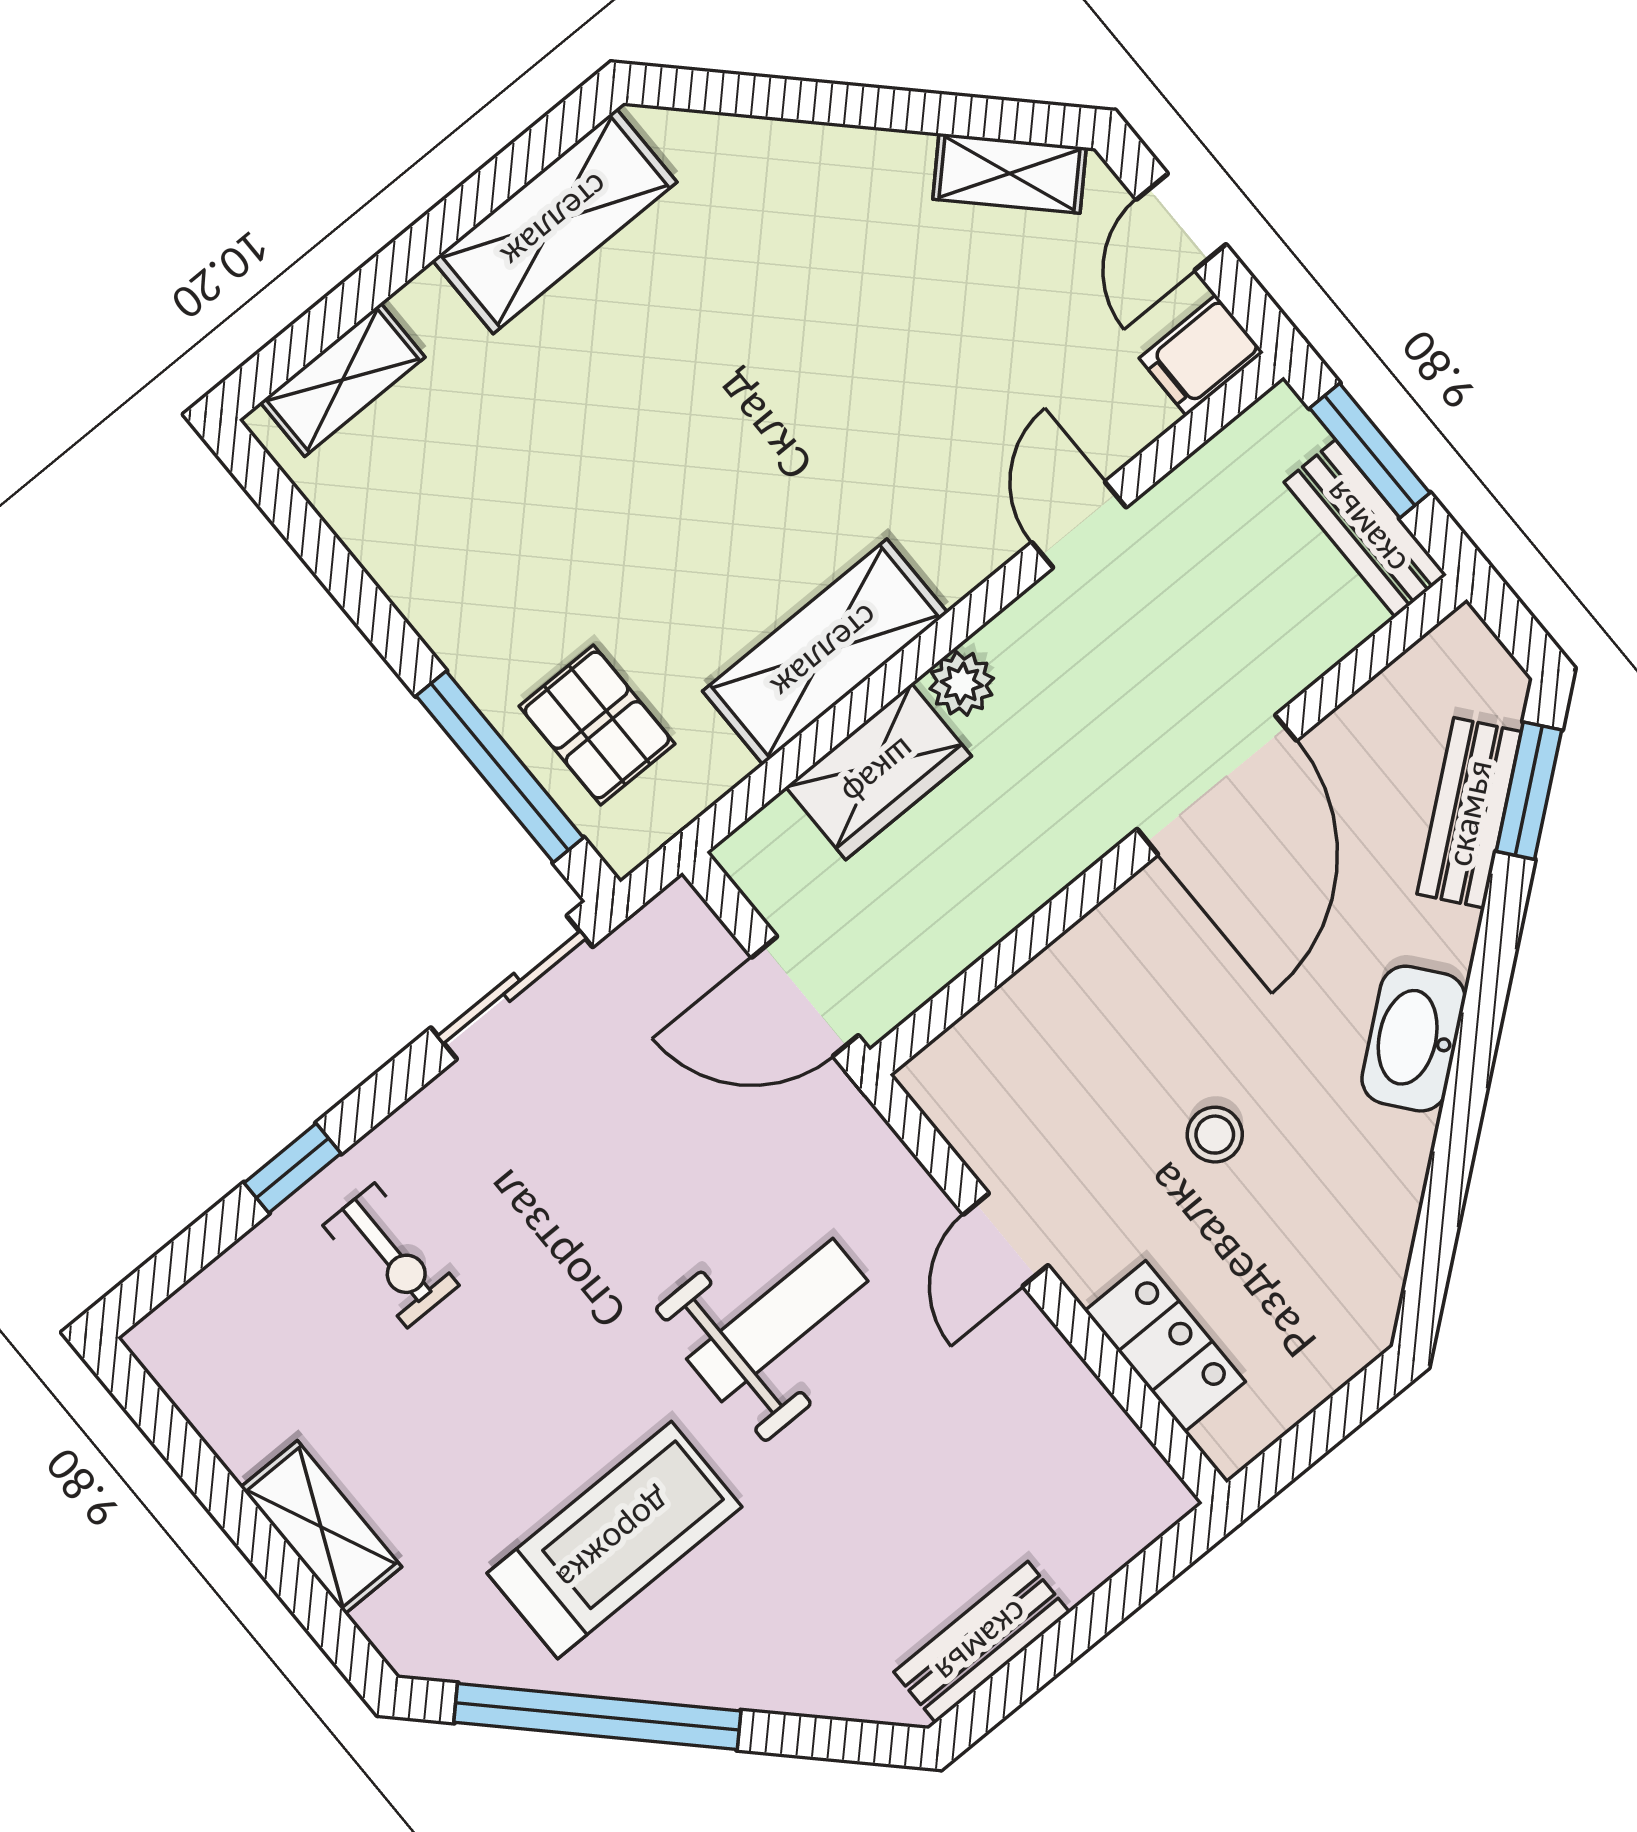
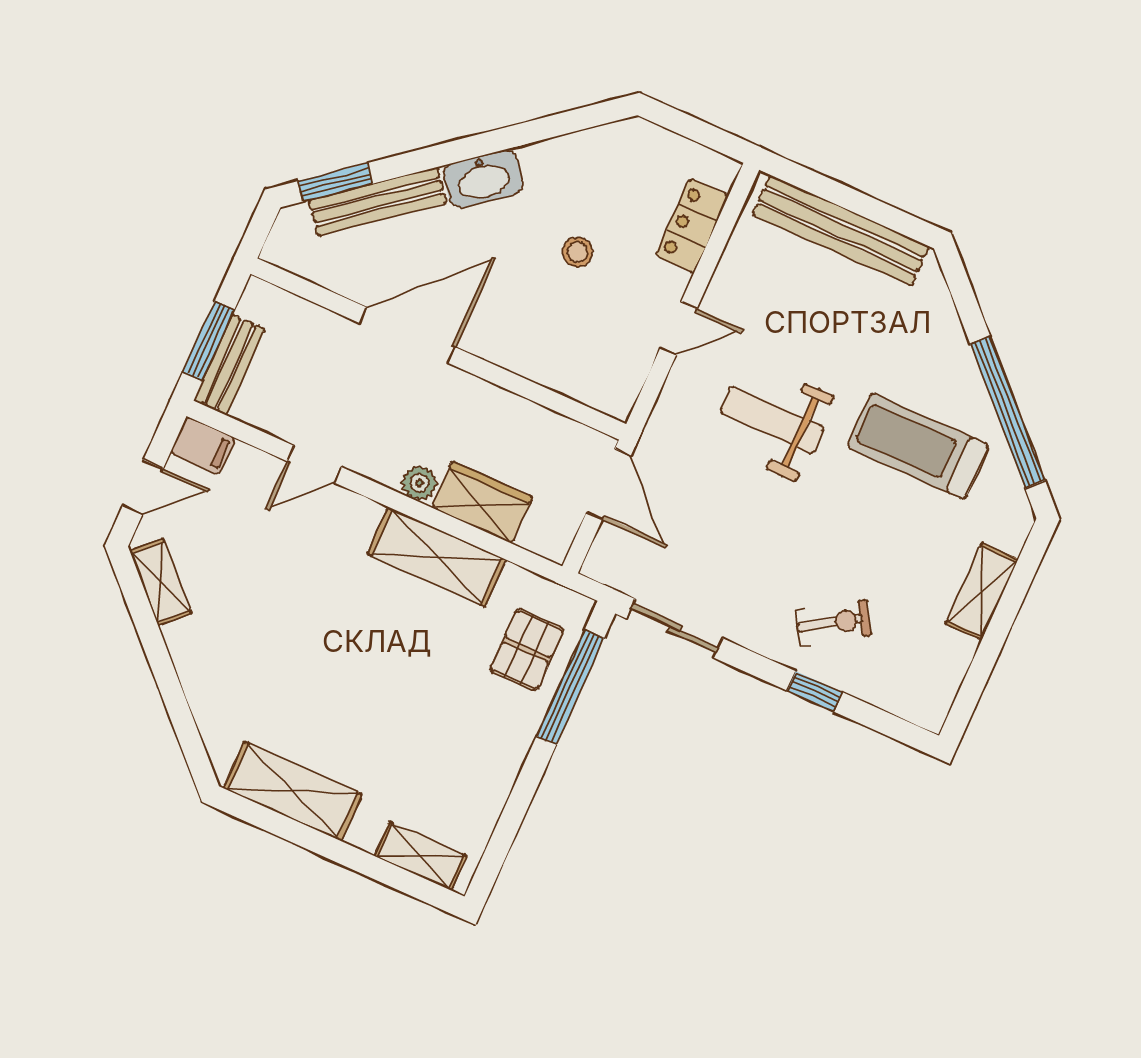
bench: (1365, 528) -> (229, 365), moved
bench: (1469, 813) -> (378, 202), width x1.36
exercise bike: (391, 1255) -> (833, 623), turned 57
bench: (982, 1642) -> (841, 230), width x1.86, depth x1.21

